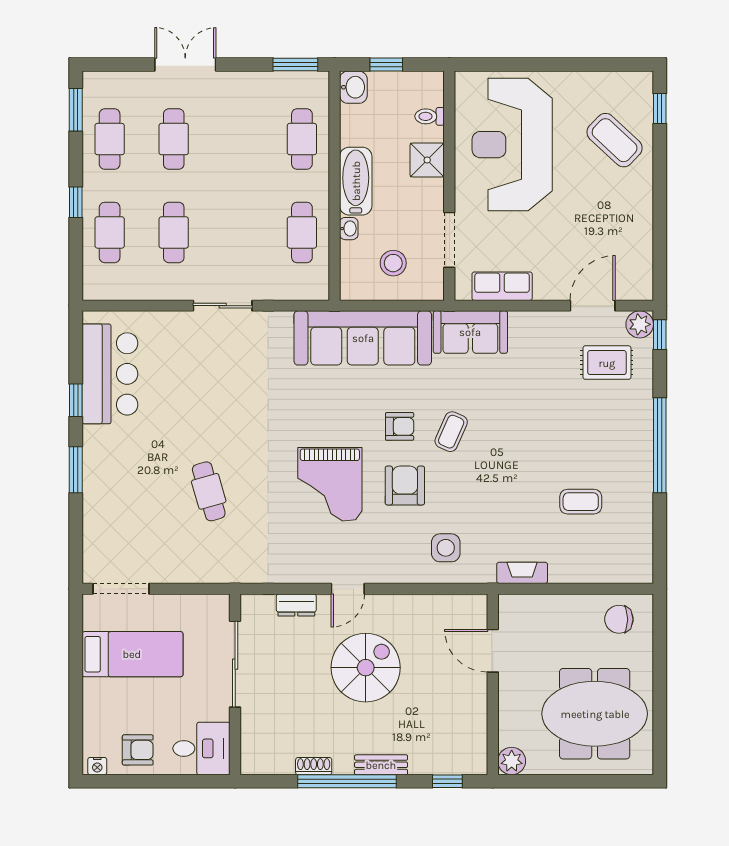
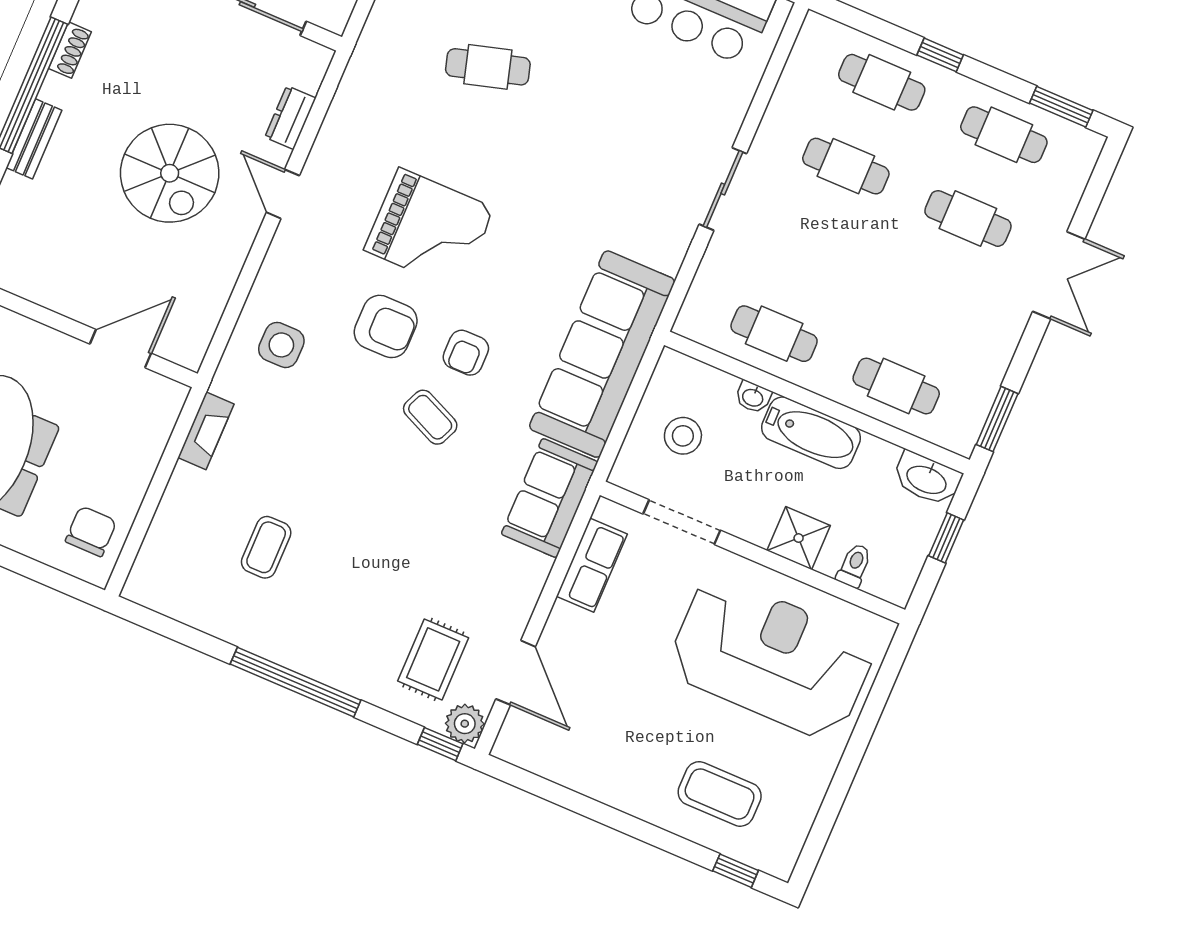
washbasin: (353, 87) -> (927, 479), width x1.38
coffee table: (615, 140) -> (720, 794), turned 47
grand piano: (330, 484) -> (429, 229), turned 180

